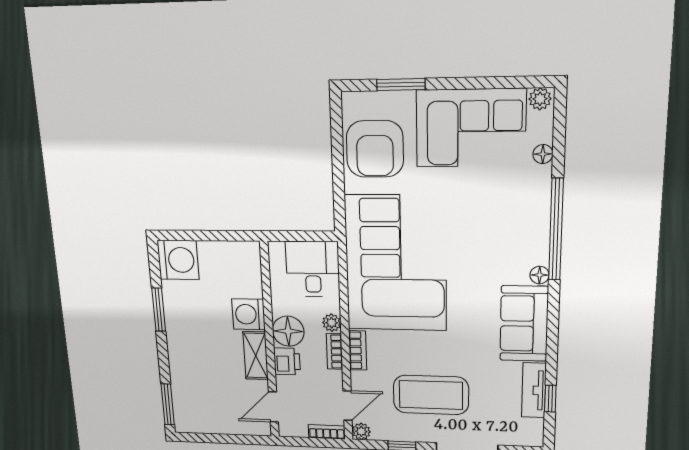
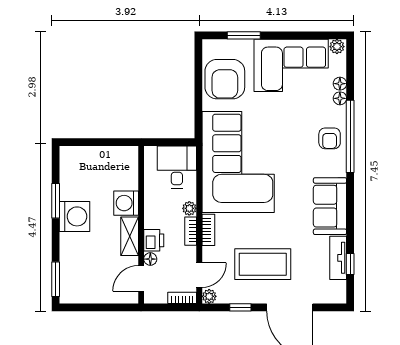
armchair: (526, 232) -> (330, 138), added
washing machine: (178, 260) -> (75, 216), moved
floor lamp: (540, 275) -> (340, 98), moved
floor lamp: (288, 331) -> (150, 259), moved, width x0.53, depth x0.53

